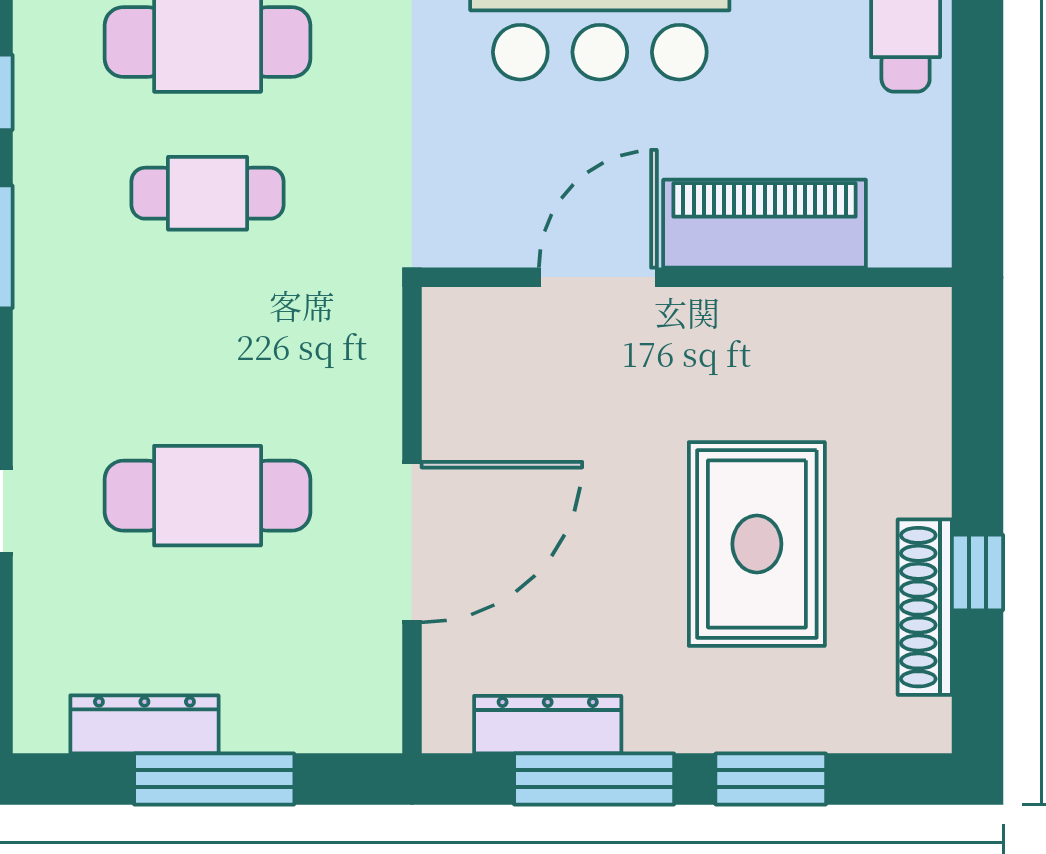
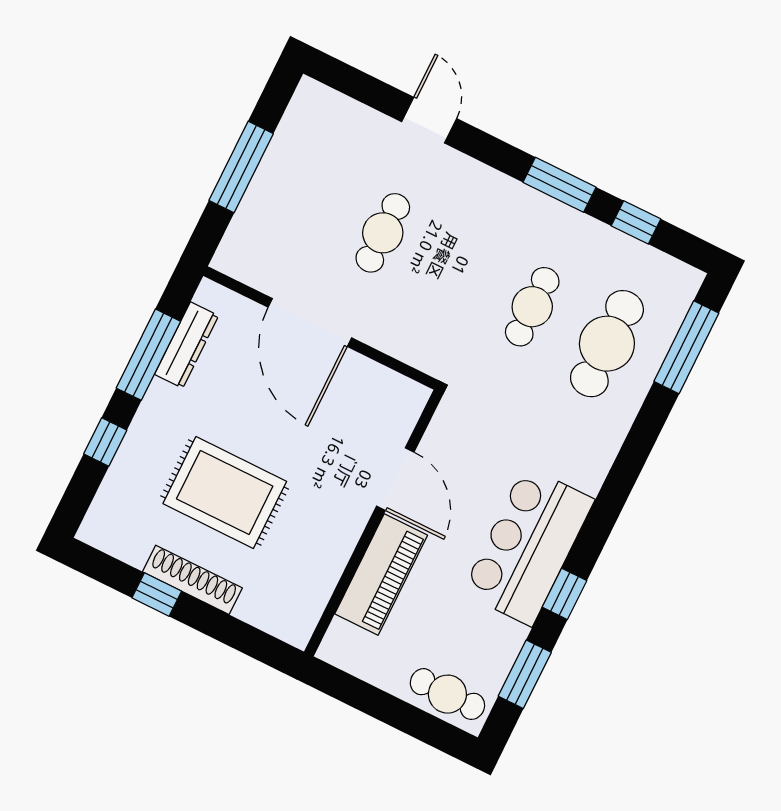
cafe table: (208, 496) -> (383, 233), width x0.73, depth x0.74
shoe rack: (925, 607) -> (192, 580), moved
dresser: (144, 724) -> (285, 146), removed
window: (771, 779) -> (105, 442), width x0.67

